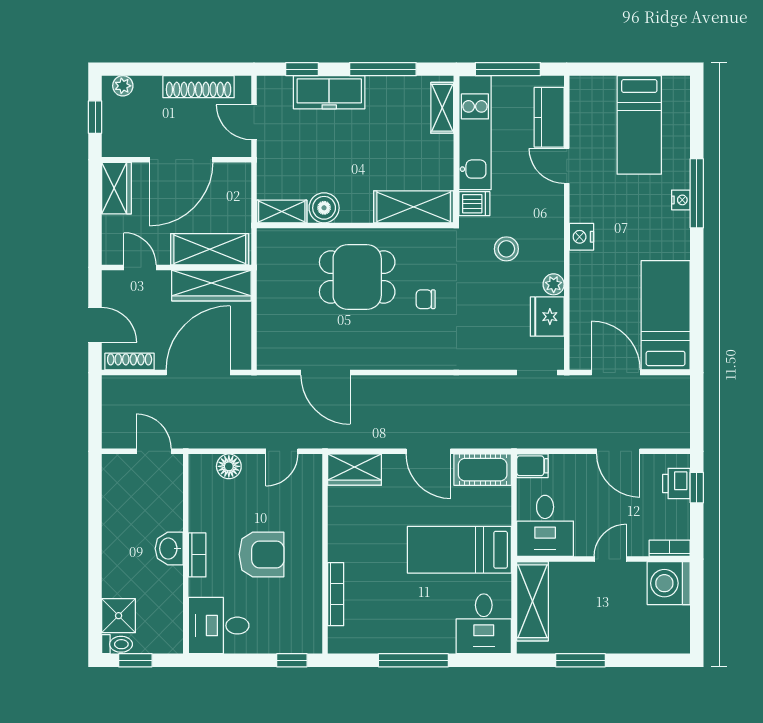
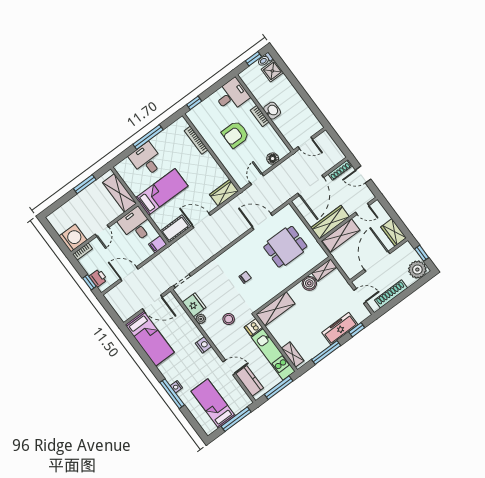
window: (620, 69) -> (236, 419), added
plant: (123, 86) -> (417, 270), width x1.88, depth x1.88
dining table: (357, 277) -> (285, 247), moved
desk: (484, 624) -> (146, 160), moved

